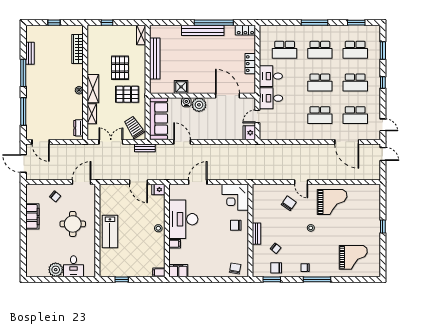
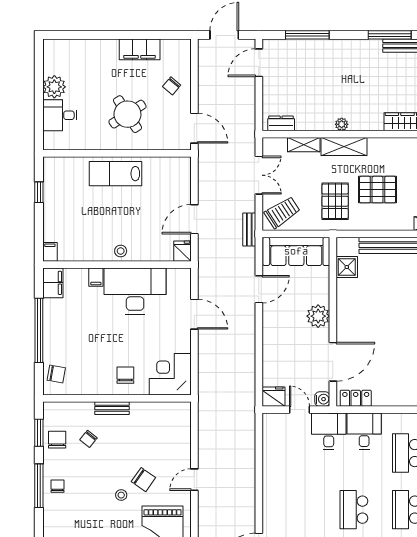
locker: (250, 64) -> (356, 398), moved
window: (23, 73) -> (390, 35), moved
shower: (181, 87) -> (347, 267), moved
water cooler: (186, 102) -> (322, 399), moved
school desk: (320, 115) -> (302, 510), removed
chair: (289, 203) -> (143, 480), moved
round table: (73, 224) -> (127, 114), turned -33
window: (208, 279) -> (39, 330), added
window: (317, 279) -> (39, 486), moved

